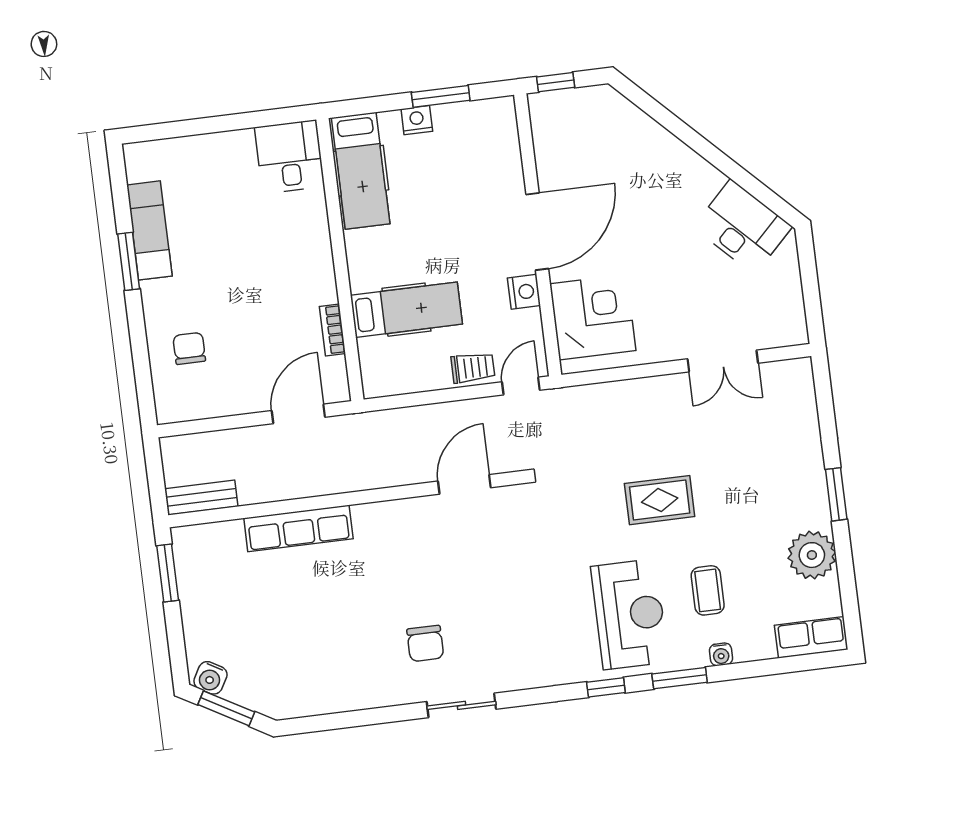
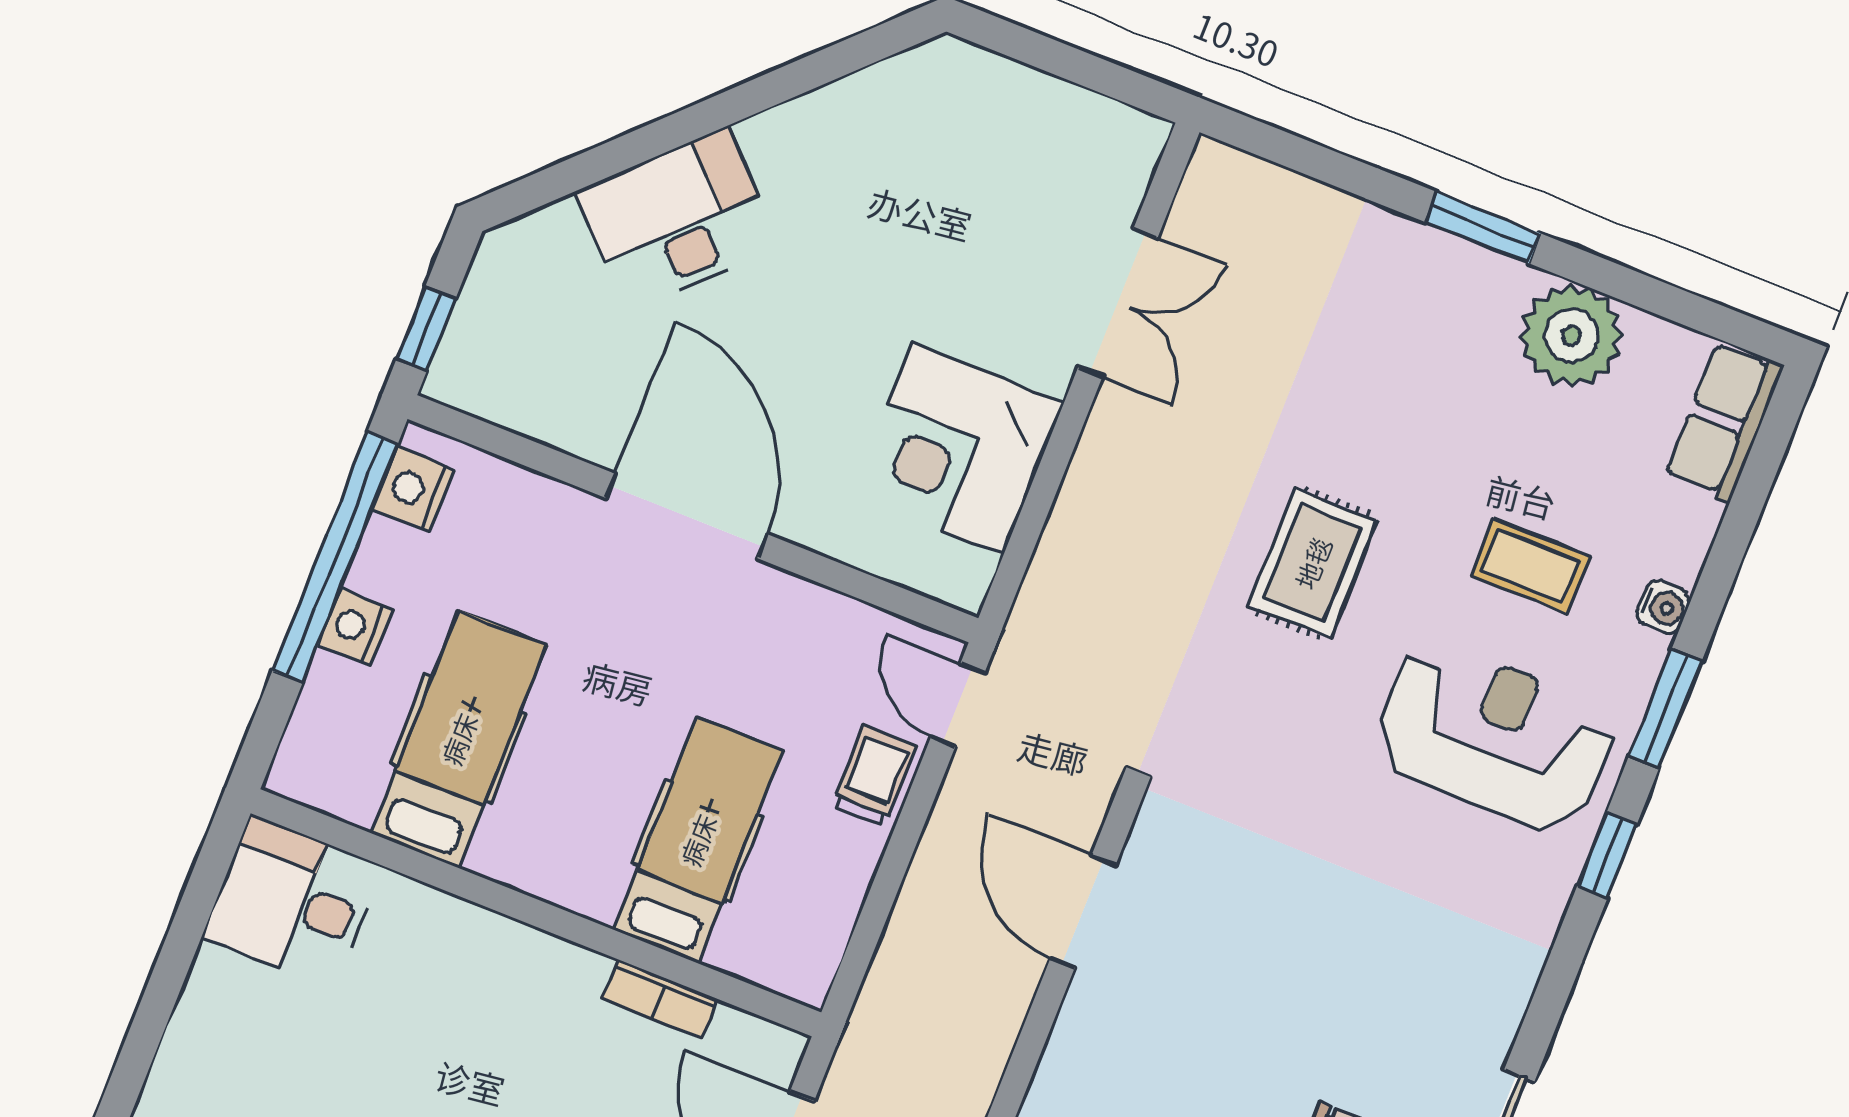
window: (441, 96) -> (335, 558), width x2.11
hospital bed: (361, 171) -> (459, 739), moved, turned -90
desk: (743, 227) -> (677, 219), moved
nightstand: (524, 292) -> (413, 489), moved, turned -90
corner desk: (593, 317) -> (958, 449), moved, turned -90

